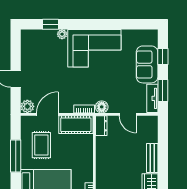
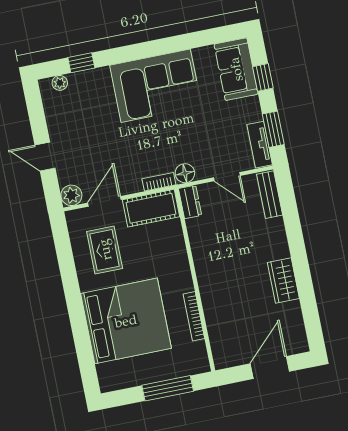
plant: (62, 34) -> (60, 83), moved
sofa: (147, 64) -> (236, 69), moved
window: (16, 156) -> (69, 275), removed
bench: (152, 158) -> (270, 195), moved

